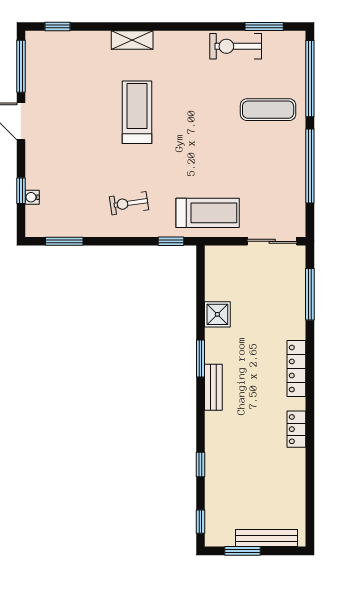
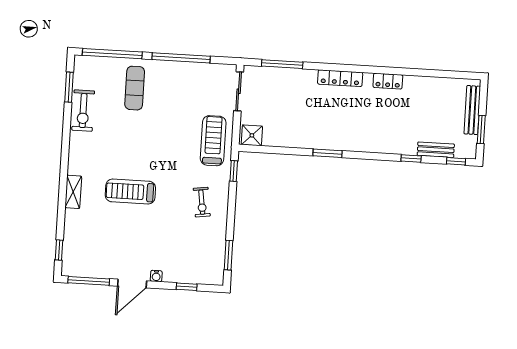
water cooler: (32, 197) -> (156, 276), moved
shower: (217, 314) -> (252, 135), moved
bench: (213, 387) -> (436, 150), moved

